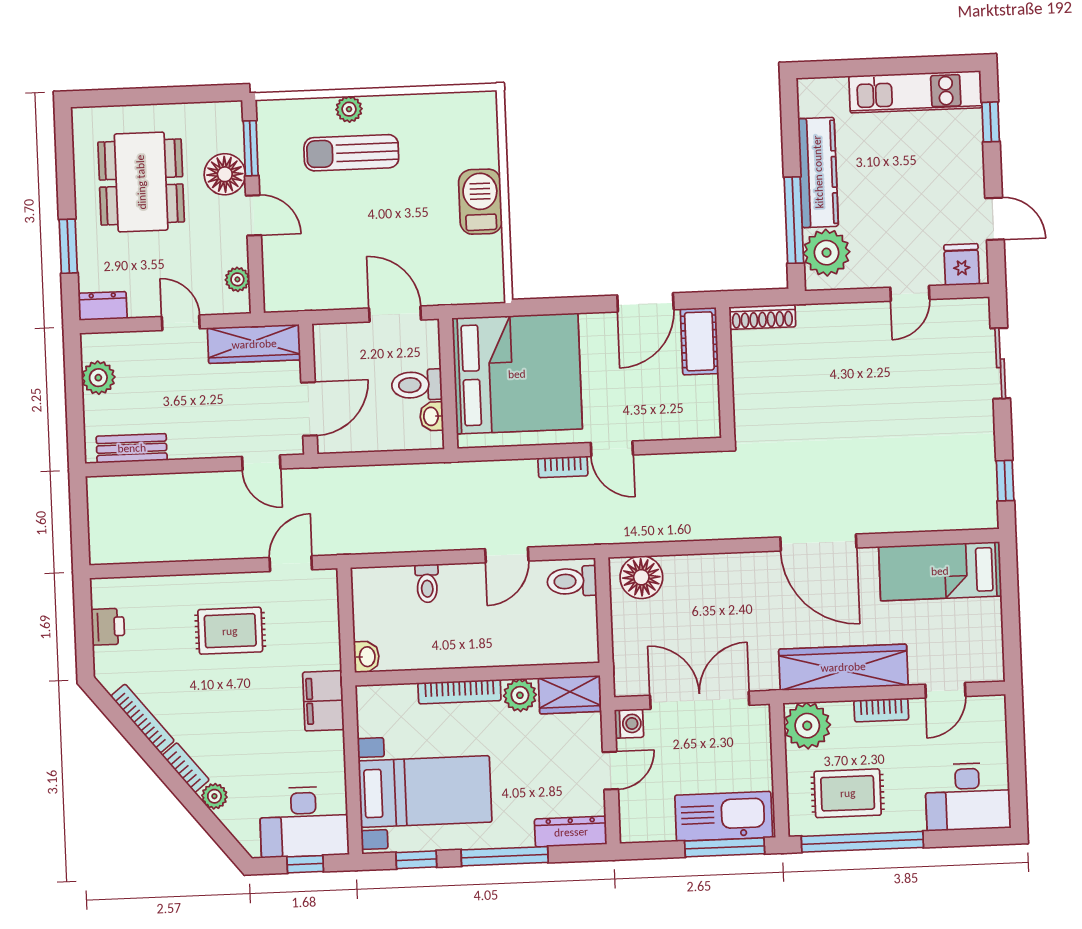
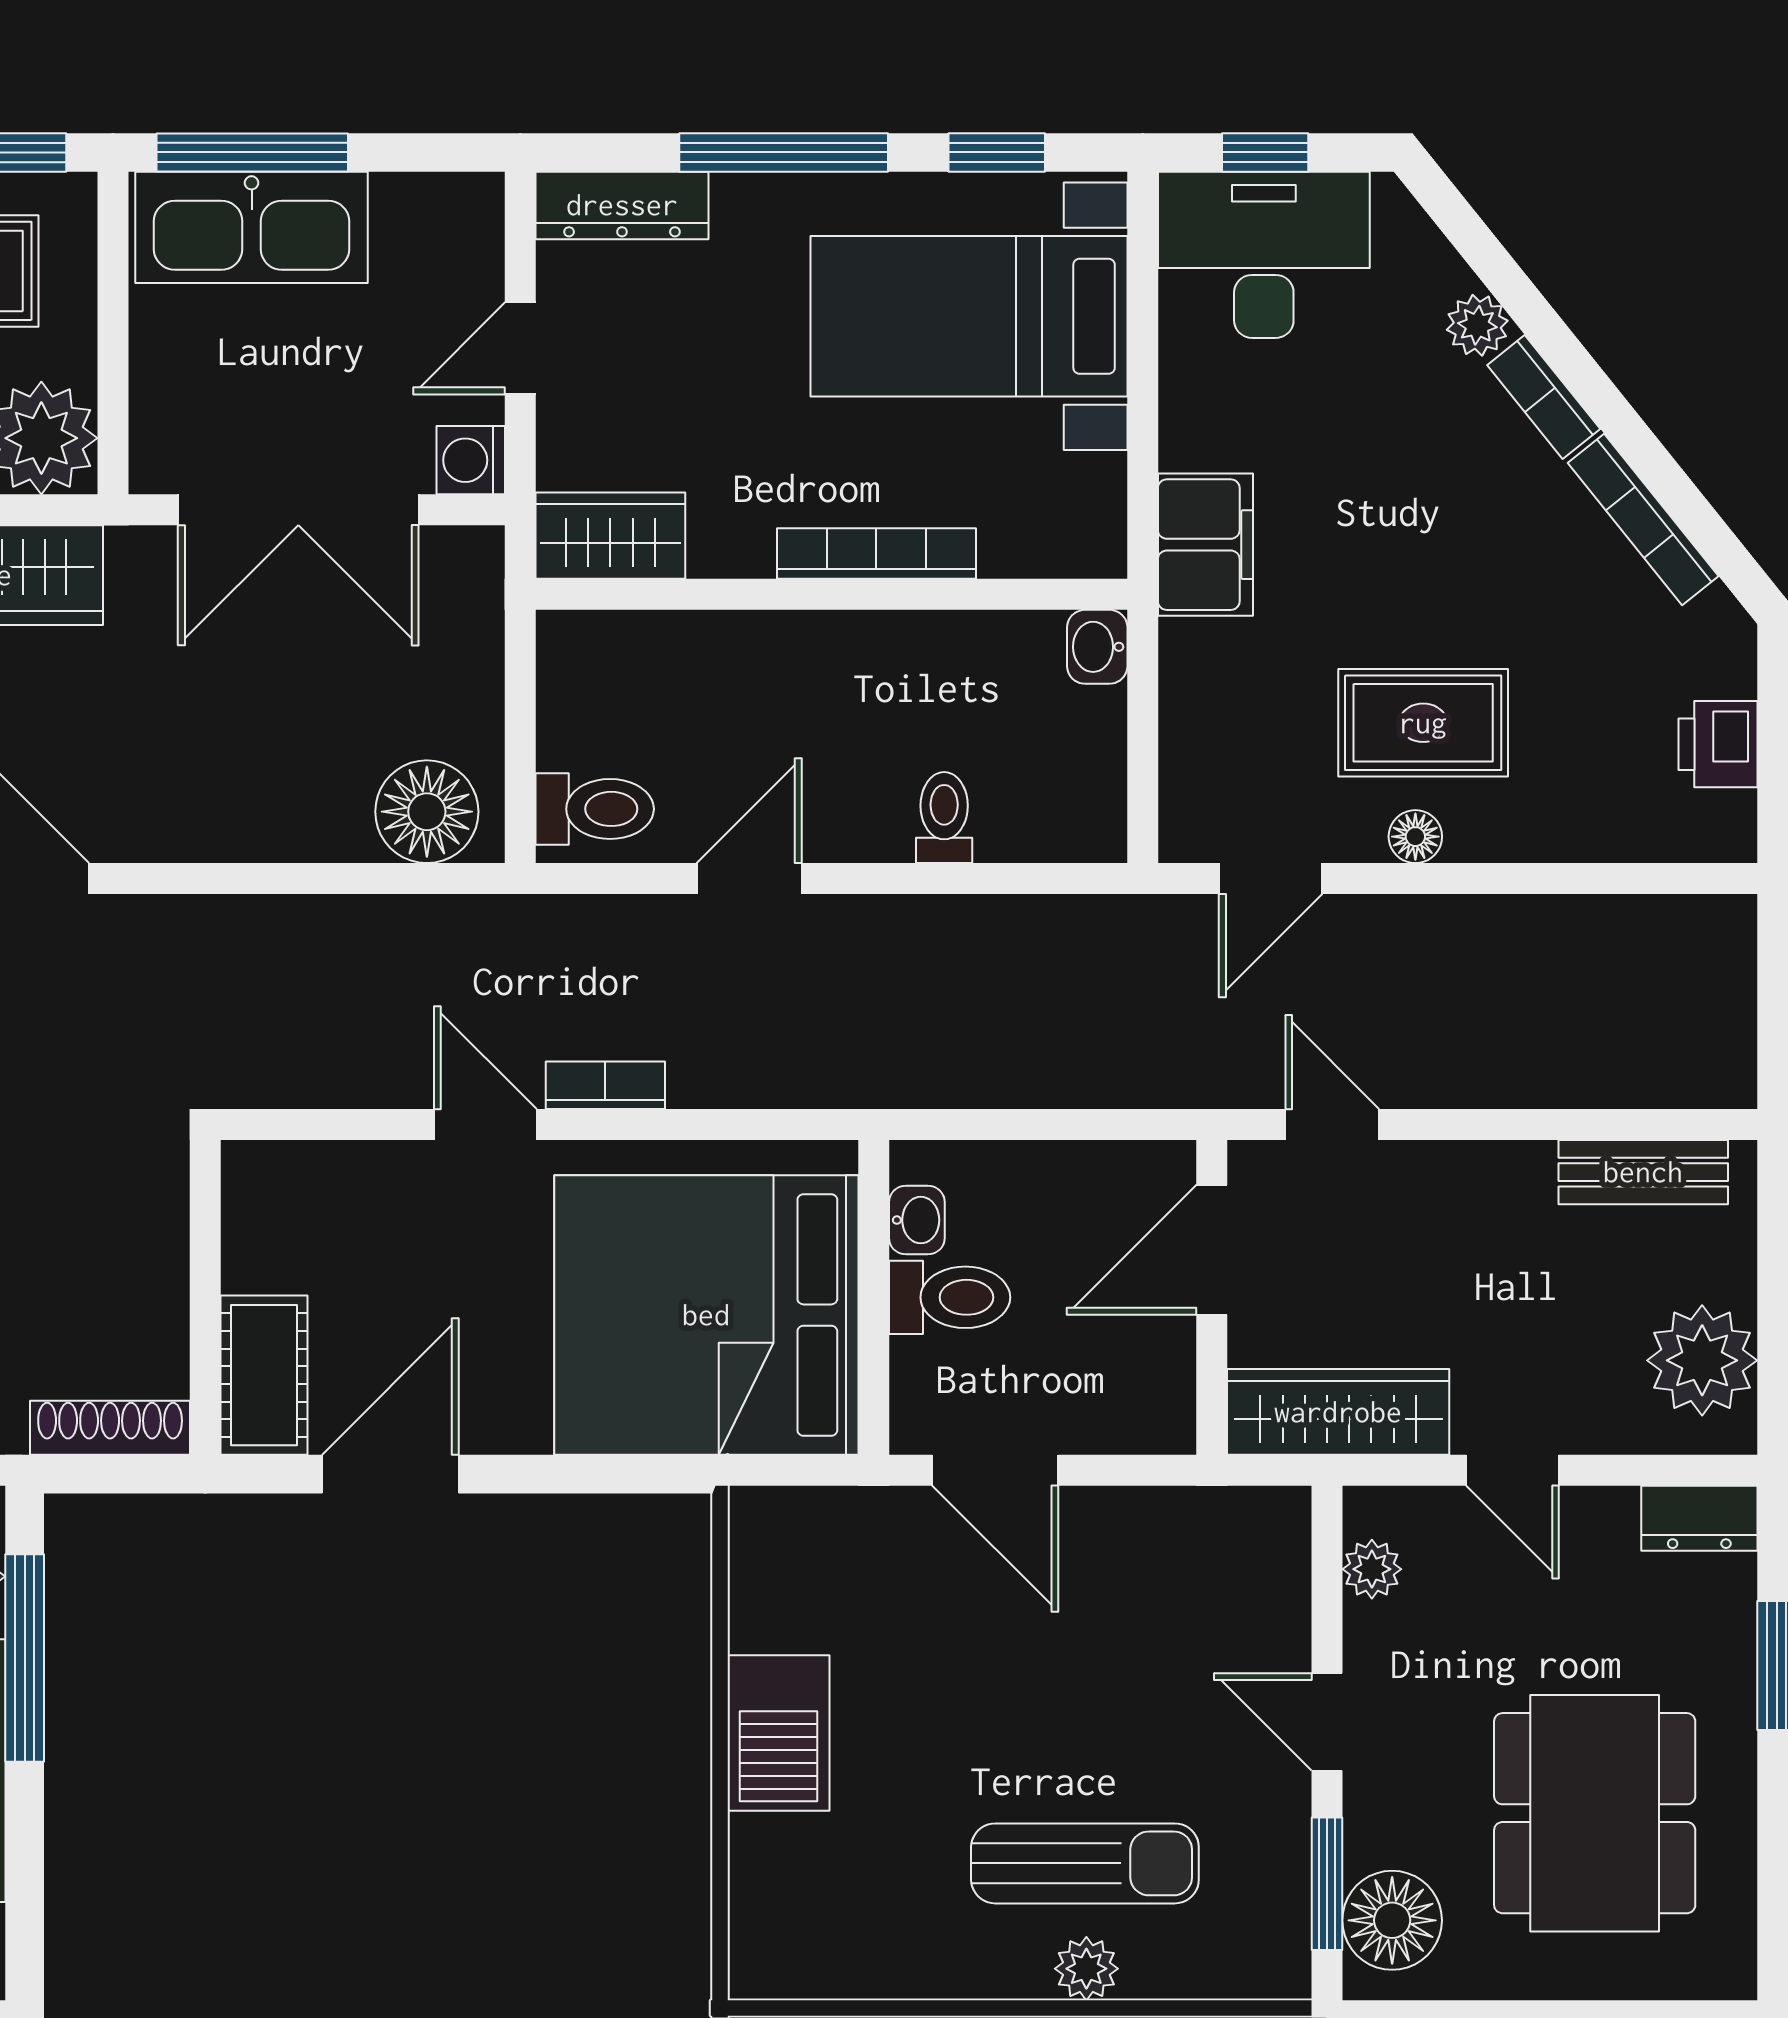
floor lamp: (225, 174) -> (1392, 1920), moved
plant: (98, 378) -> (1702, 1360), width x1.36, depth x1.36
floor lamp: (232, 583) -> (1415, 837), added
plant: (520, 695) -> (731, 539), removed

